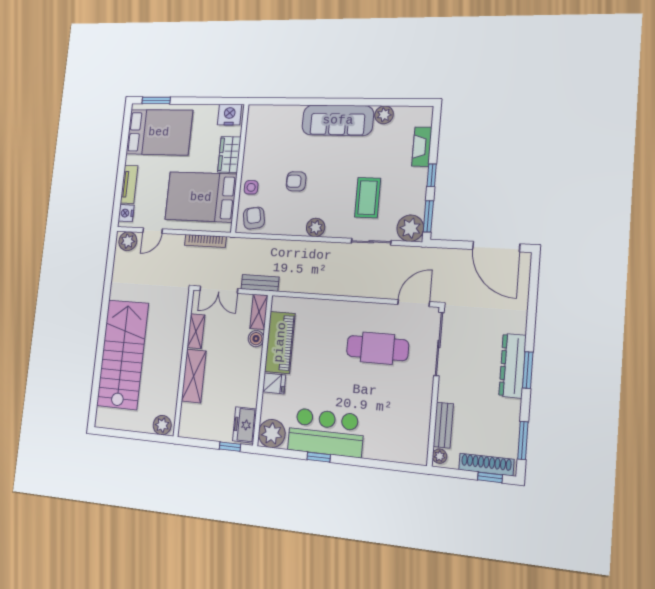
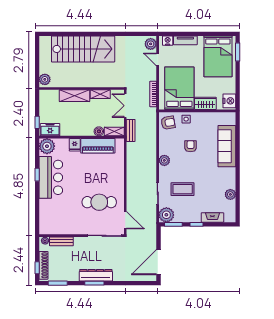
sofa: (338, 120) -> (227, 146), moved
cafe table: (377, 348) -> (99, 202), turned 90

